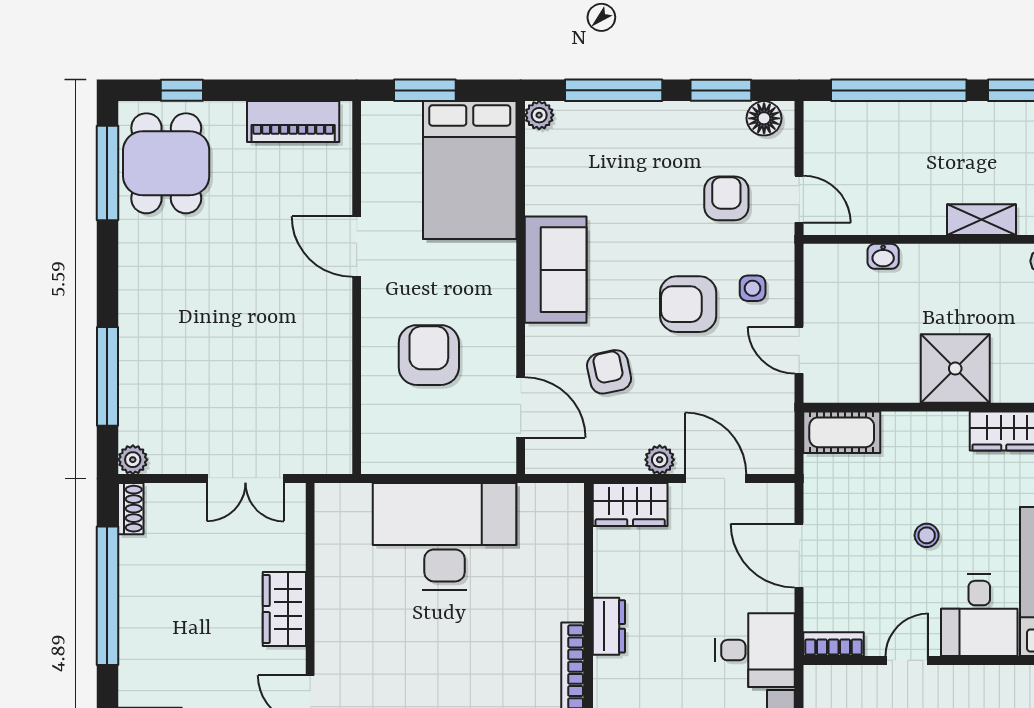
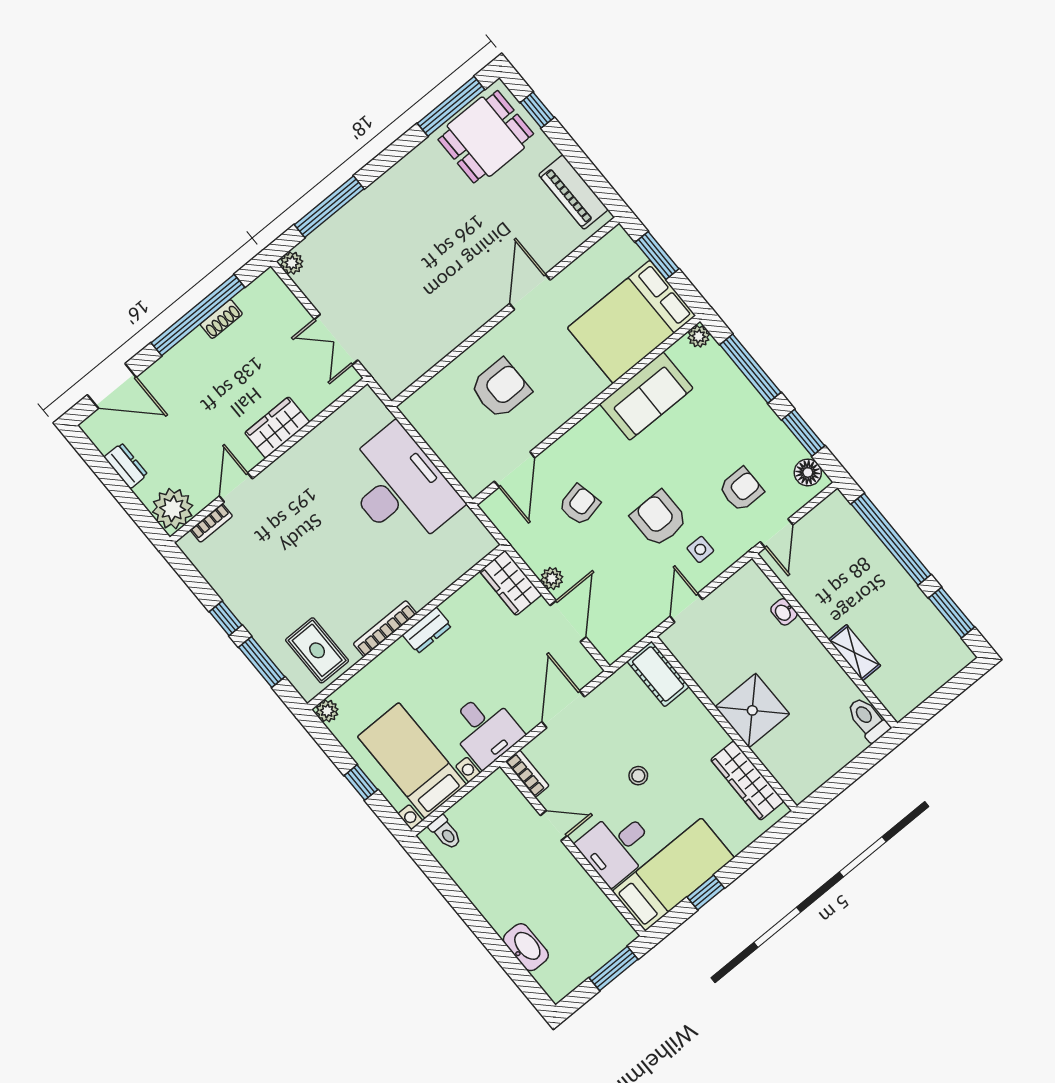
sofa: (556, 270) -> (646, 396), moved
shoe rack: (131, 509) -> (221, 319), moved

